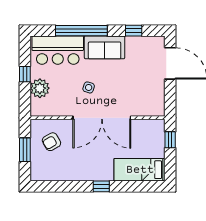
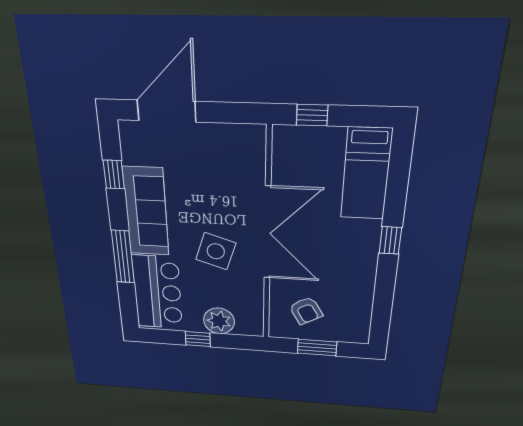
window: (81, 31) -> (123, 257), width x0.68
sofa: (105, 47) -> (146, 212), width x1.36
side table: (89, 87) -> (216, 251), width x1.87, depth x1.87

